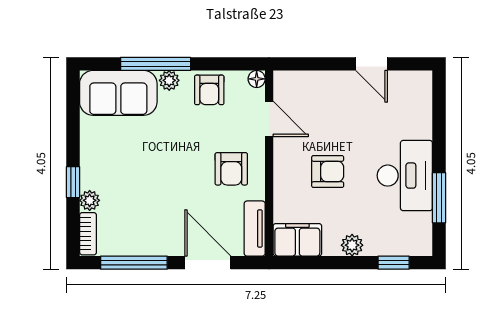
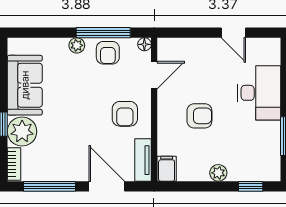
window: (156, 64) -> (103, 33), moved
sofa: (118, 93) -> (25, 85), moved, turned -90
door: (269, 119) -> (154, 75), hinge flipped
desk: (405, 176) -> (259, 93), moved
plant: (90, 200) -> (22, 131), width x1.88, depth x1.88
filing cabinet: (297, 240) -> (167, 169), width x0.50

